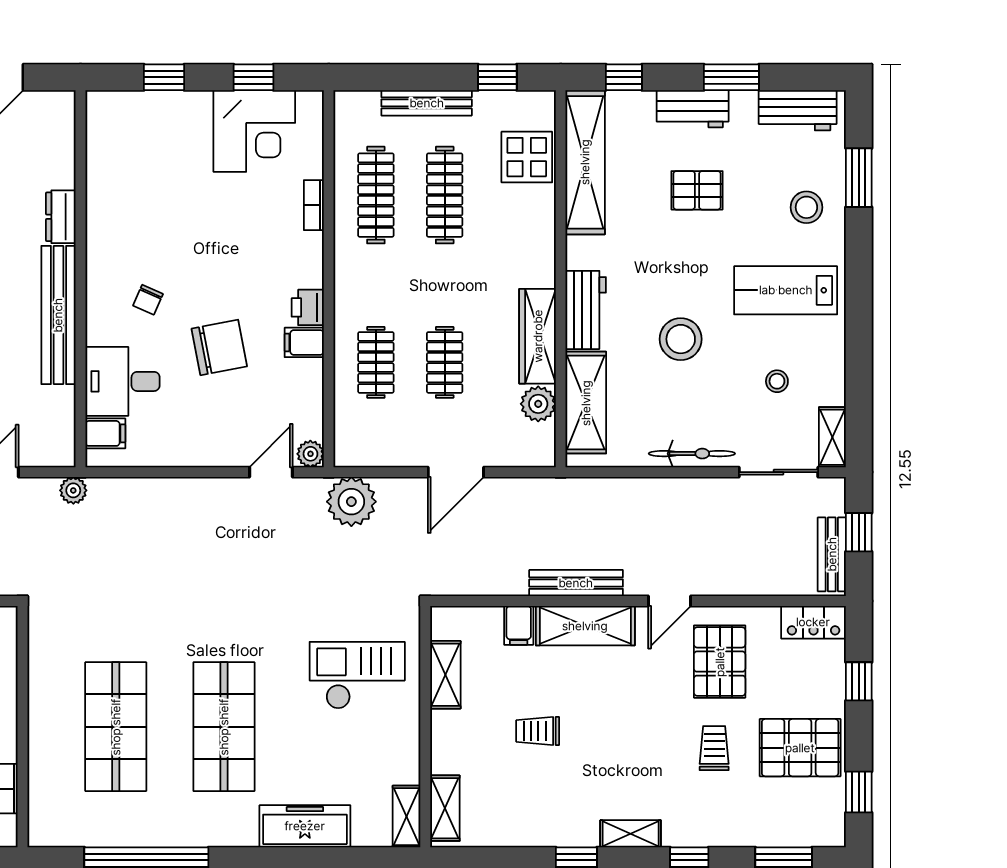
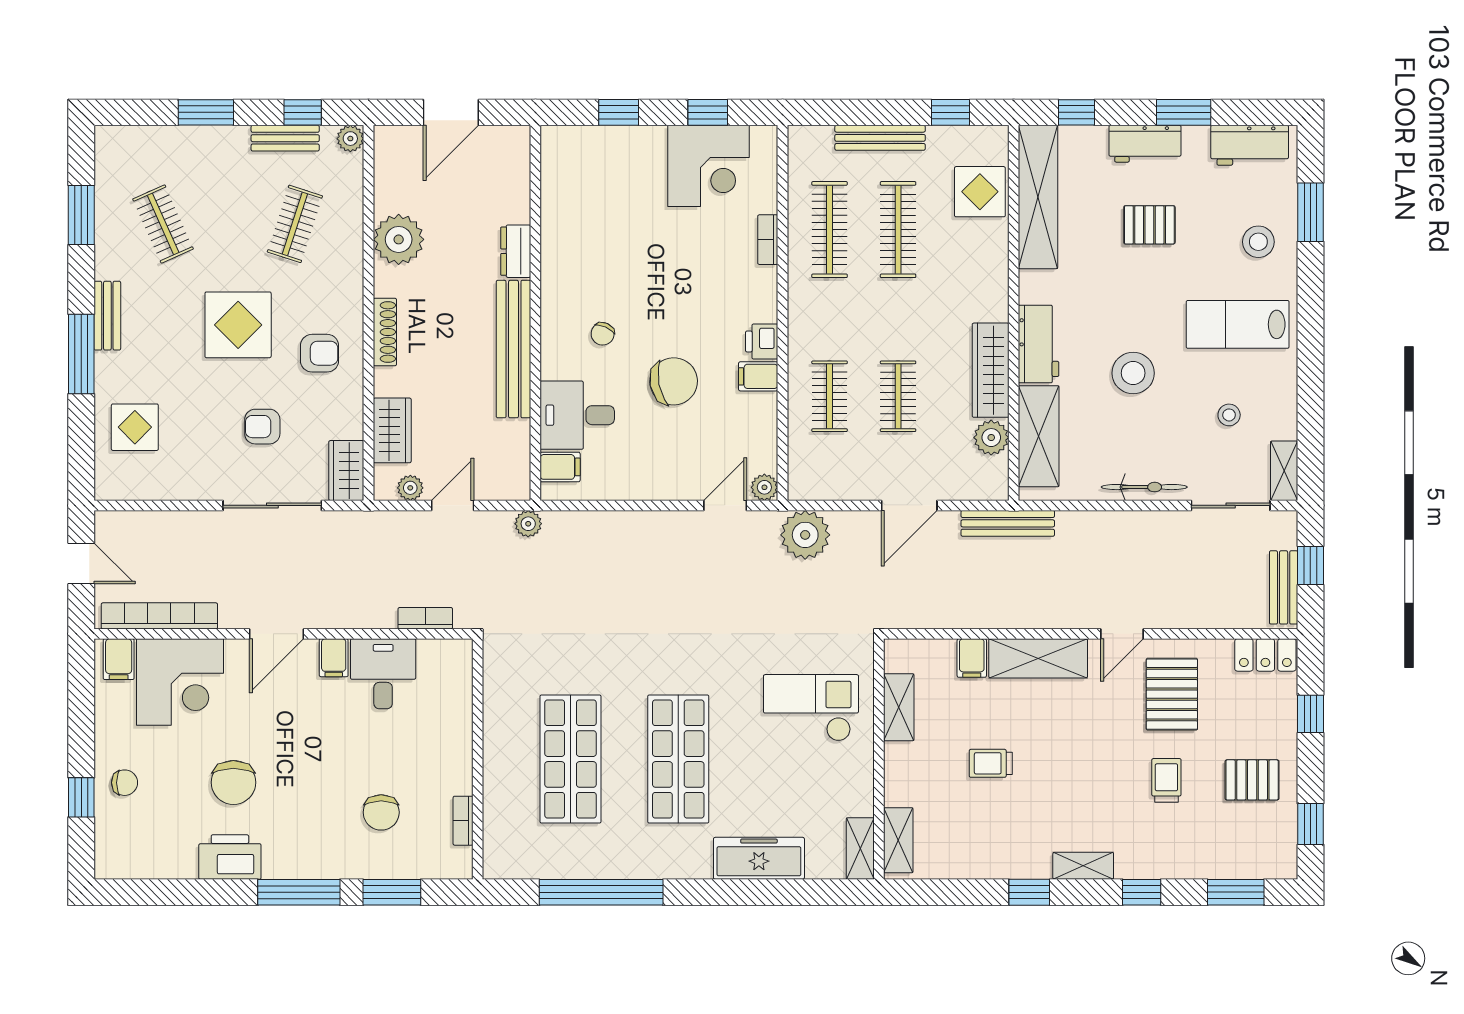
bench: (576, 583) -> (1008, 523), moved
pallet: (800, 748) -> (1252, 780), width x0.67, depth x0.71

